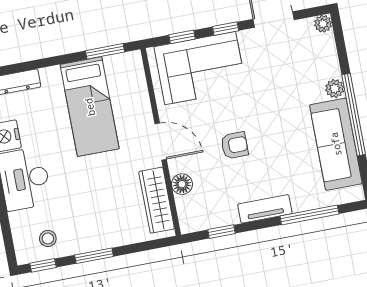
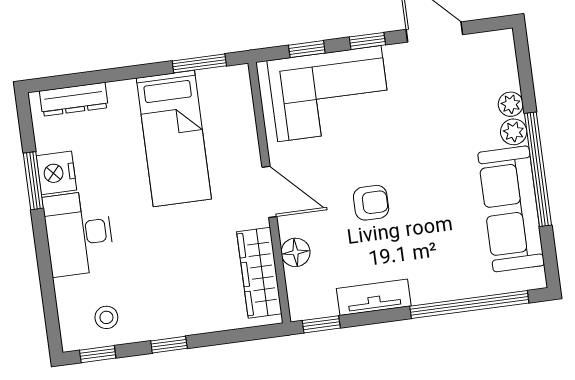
plant: (323, 24) -> (511, 104), moved
tv unit: (265, 209) -> (374, 297), moved
window: (309, 215) -> (469, 305), width x1.46
window: (221, 232) -> (321, 324), moved
window: (94, 256) -> (169, 345), width x0.67

